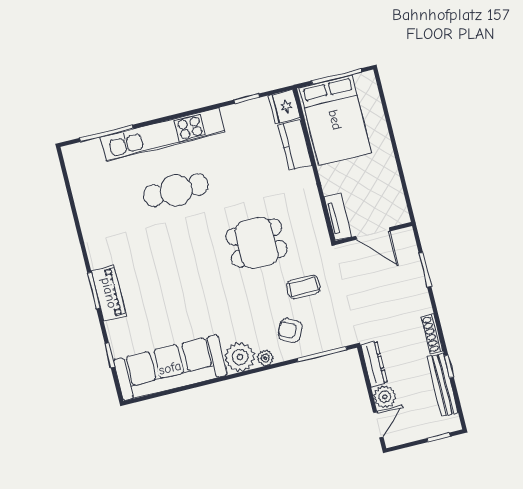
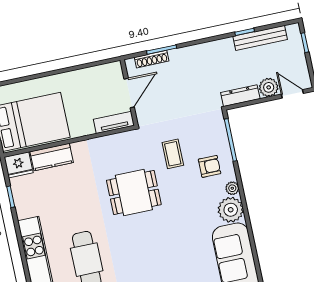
dining table: (257, 243) -> (134, 192), turned 90
armchair: (290, 331) -> (210, 166), turned -117
shoe rack: (432, 334) -> (152, 59), moved

